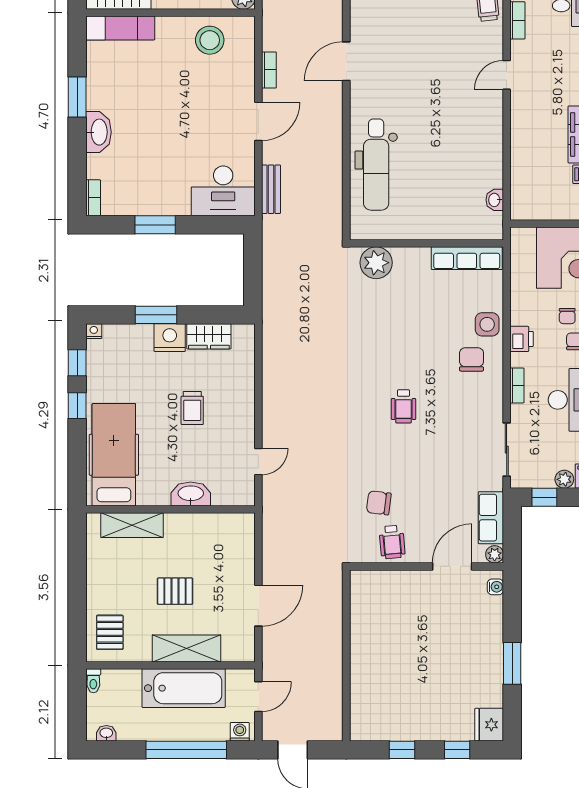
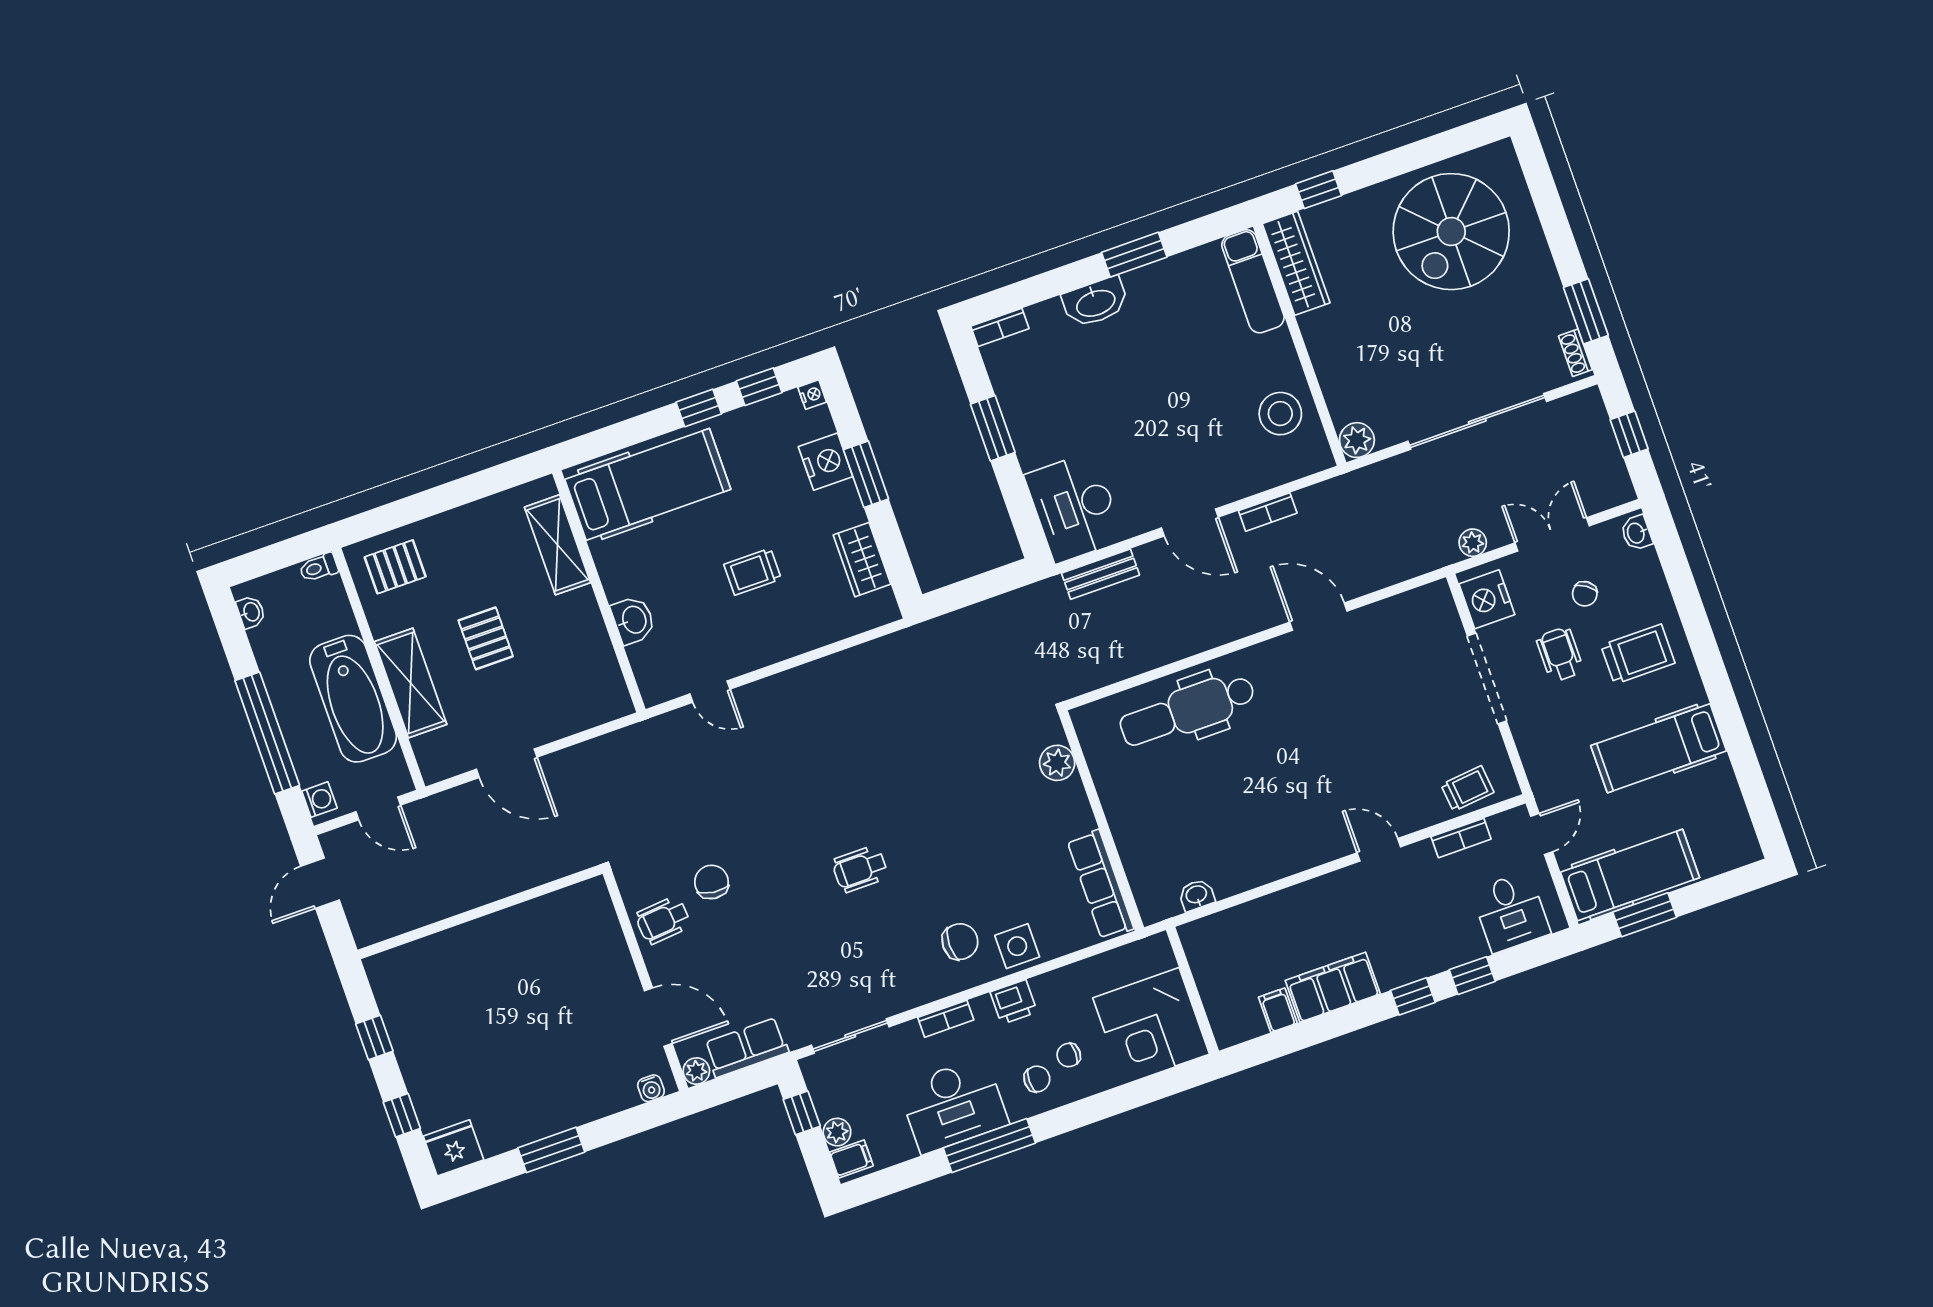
plant: (376, 263) -> (1057, 763), width x0.73, depth x0.73
nightstand: (170, 338) -> (826, 462), moved
washbasin: (191, 494) -> (633, 620), width x0.72

